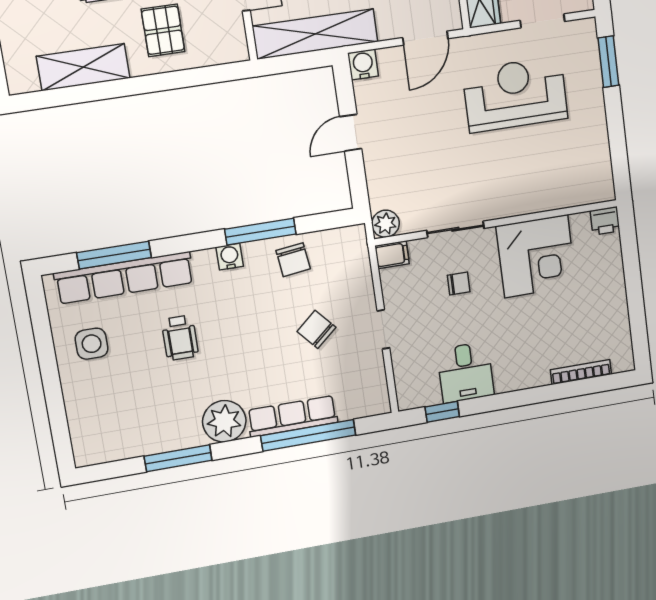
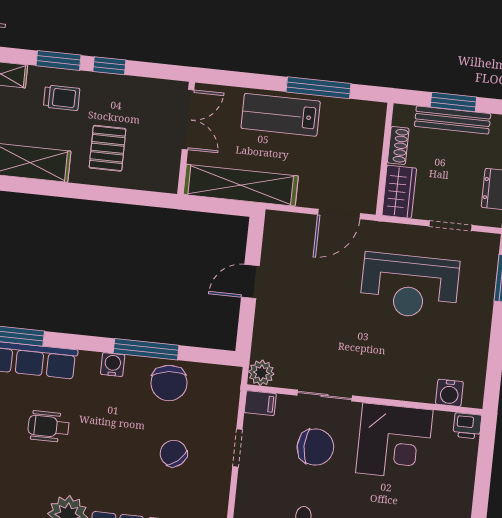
water cooler: (363, 65) -> (449, 393), moved, turned 180
reception desk: (515, 94) -> (410, 286), turned 180
chair: (293, 260) -> (169, 383), width x1.37, depth x1.37
chair: (459, 284) -> (315, 447), width x1.87, depth x1.87
doorway: (383, 329) -> (237, 448), moved
wheelchair: (180, 338) -> (49, 426), turned 90

